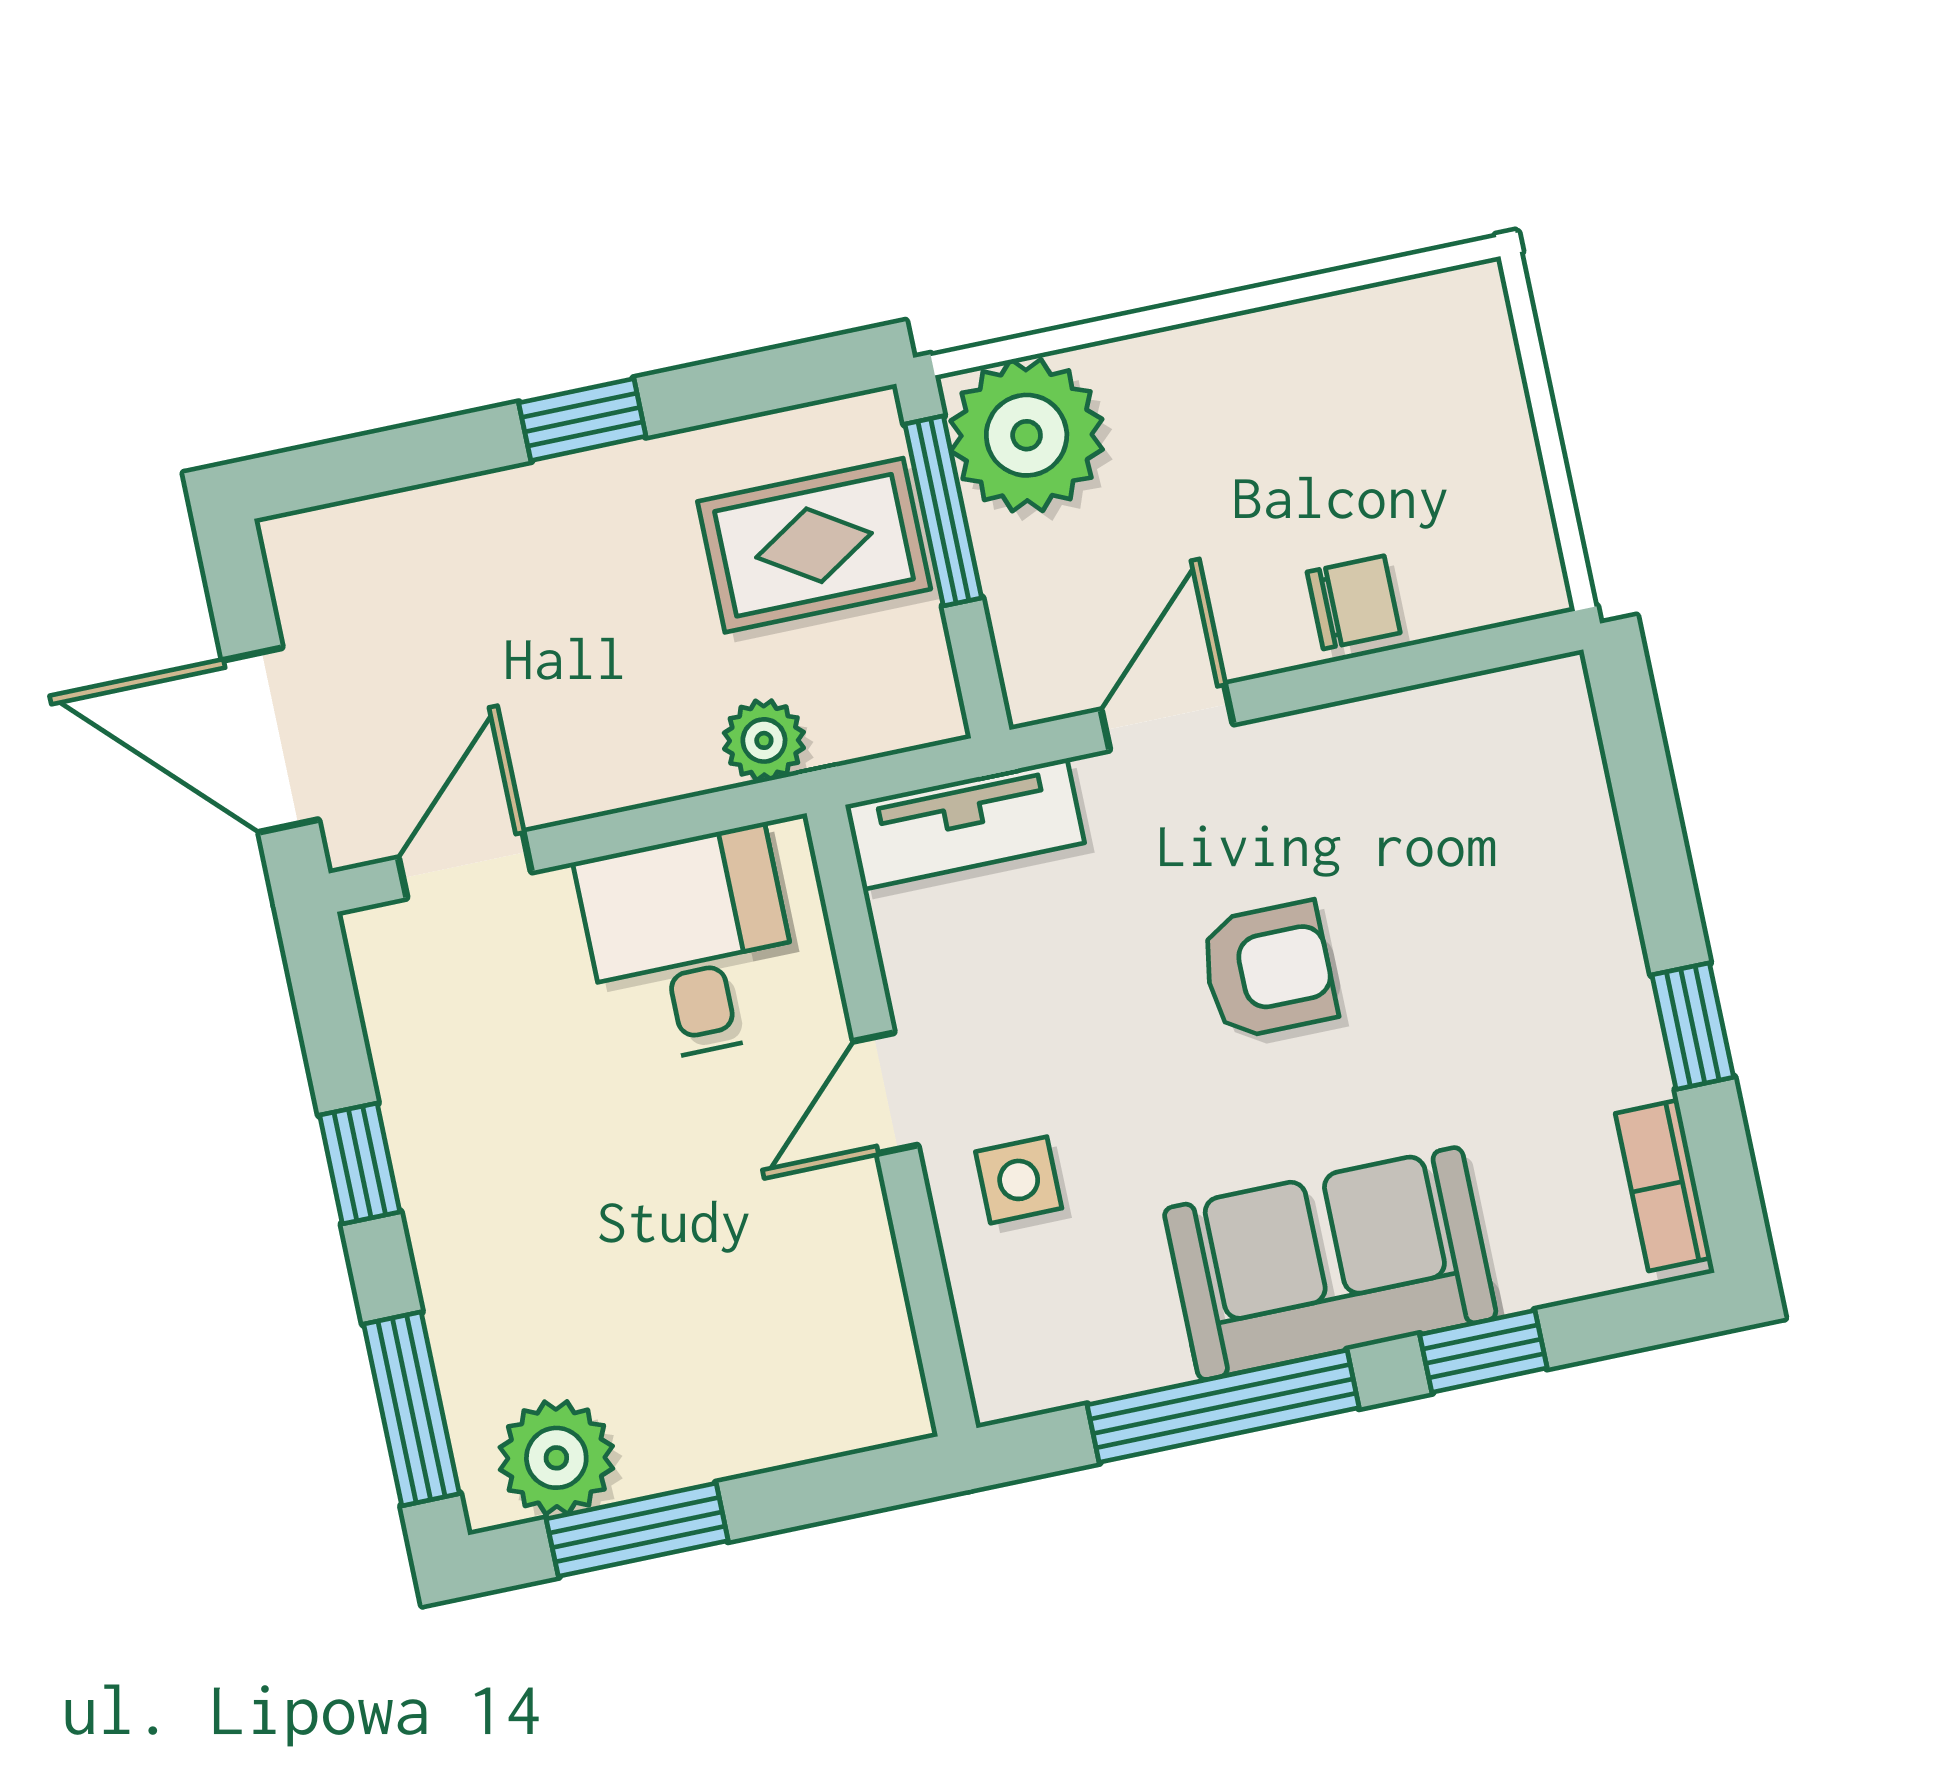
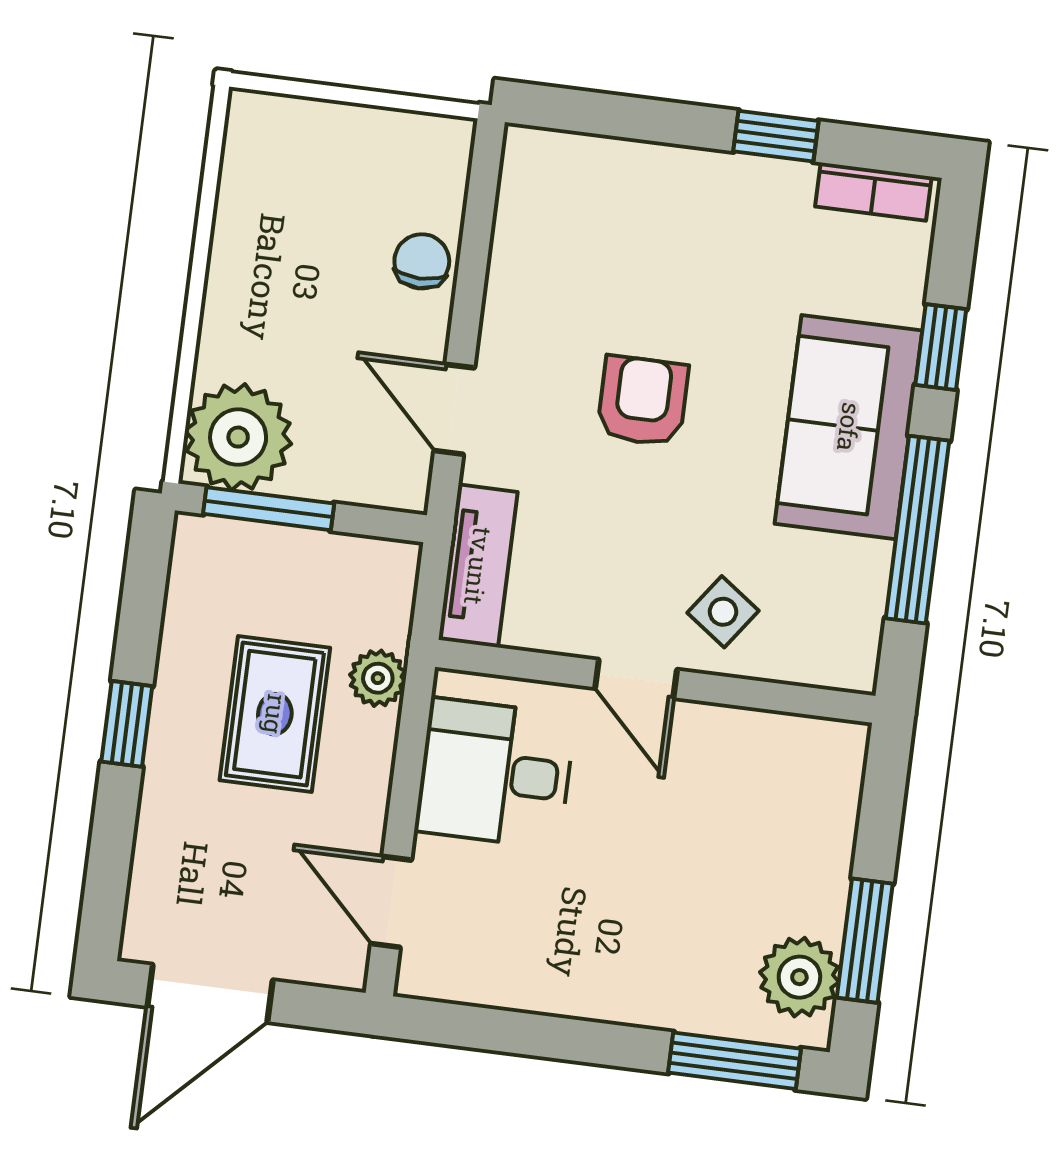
rug: (814, 545) -> (275, 714), moved
door: (271, 740) -> (210, 993), moved
window: (360, 1163) -> (562, 1039), removed
side table: (1019, 1180) -> (723, 612), turned 36

